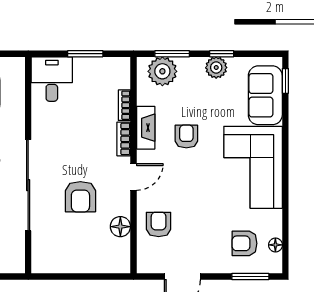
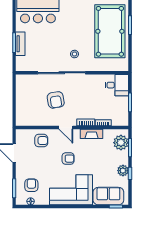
armchair: (186, 136) -> (68, 159), moved
armchair: (80, 197) -> (56, 100), turned -100
floor lamp: (120, 227) -> (40, 121), removed

